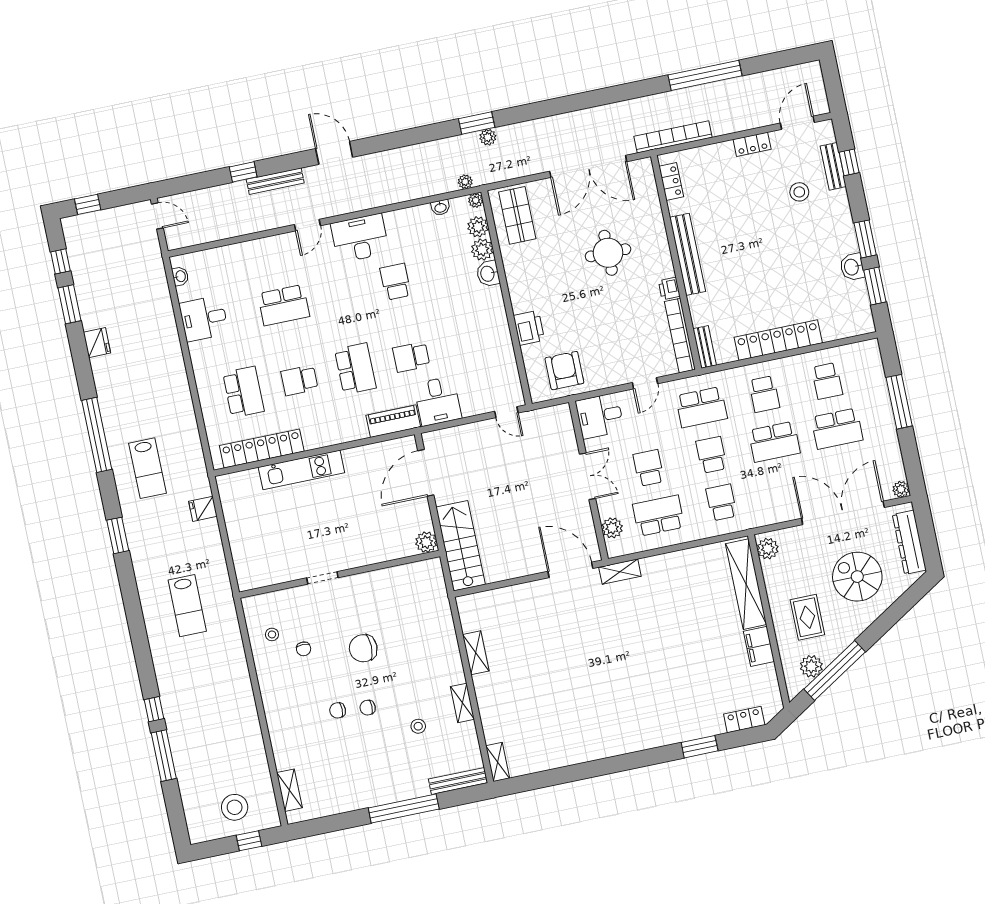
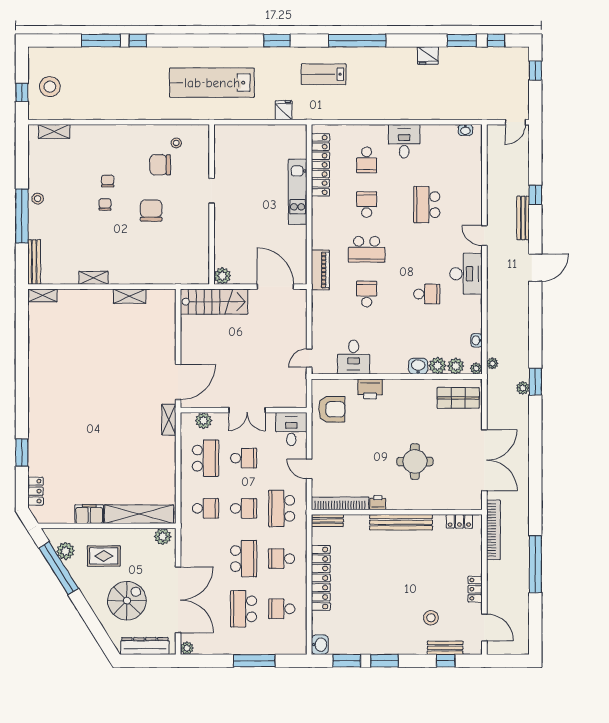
double door: (588, 166) -> (484, 460), swing flipped
washbasin: (852, 267) -> (320, 645), moved, turned 90
desk: (204, 318) -> (404, 141), moved
school desk: (243, 392) -> (367, 160), width x0.54
desk: (438, 401) -> (354, 357), moved, turned -90
school desk: (774, 442) -> (244, 559), turned 180
lab bench: (187, 606) -> (212, 83), width x1.86, depth x1.39
chair: (304, 649) -> (160, 165), width x1.87, depth x1.87
stool: (418, 726) -> (38, 199), moved

